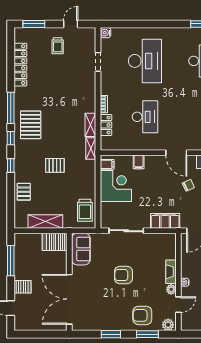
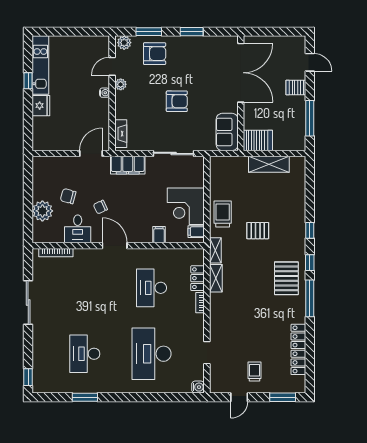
pallet: (24, 192) -> (294, 200), removed
trolley: (85, 210) -> (223, 214), moved
fireplace: (171, 272) -> (121, 134), moved

